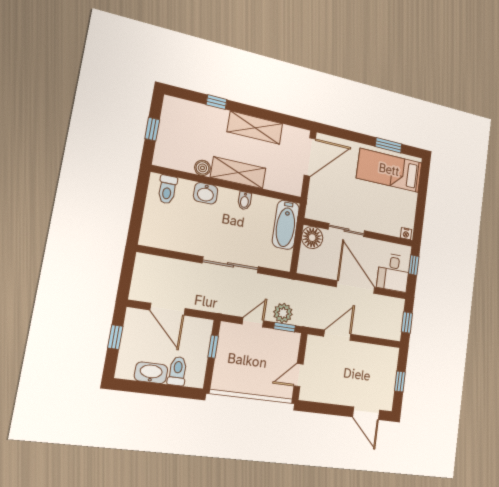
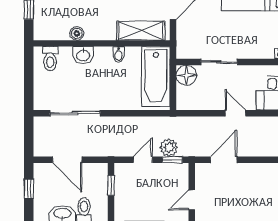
shelving: (238, 173) -> (141, 31), moved
bathtub: (286, 225) -> (156, 76), width x1.36, depth x1.36
sliding door: (230, 265) -> (75, 113), moved
door: (356, 287) -> (235, 113), width x0.53

